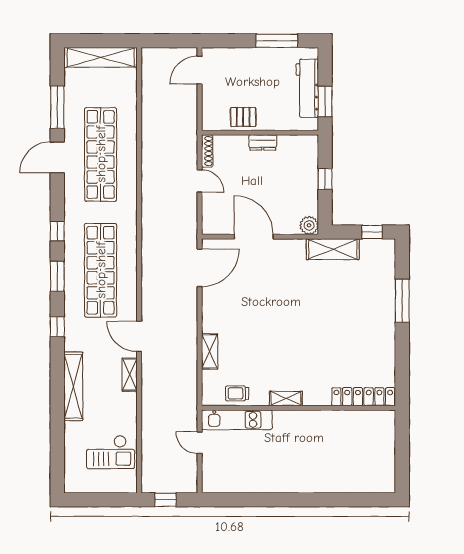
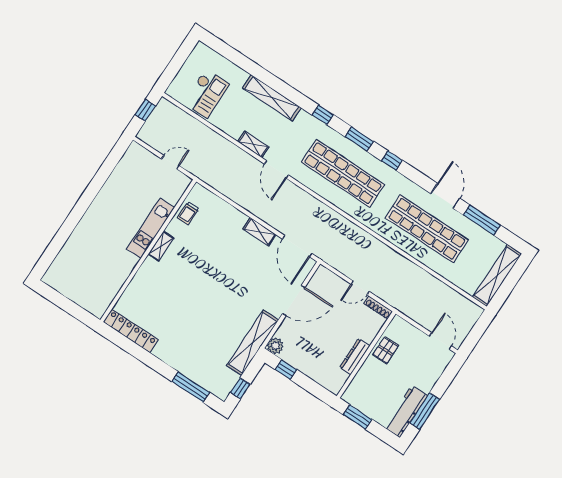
workbench: (307, 88) -> (406, 411), moved, turned -90
dresser: (263, 143) -> (355, 357), width x1.44
window: (325, 179) -> (286, 370), moved
shelving: (333, 249) -> (253, 343), width x1.47
window: (402, 301) -> (191, 387), moved
door: (139, 336) -> (276, 170), swing flipped
shelving: (210, 351) -> (260, 232), moved
trolley: (237, 393) -> (188, 213), turned 180
locker: (363, 397) -> (131, 331), moved, turned -90
kitchen unit: (237, 420) -> (151, 228), moved
checkout: (111, 452) -> (206, 93), turned 180

